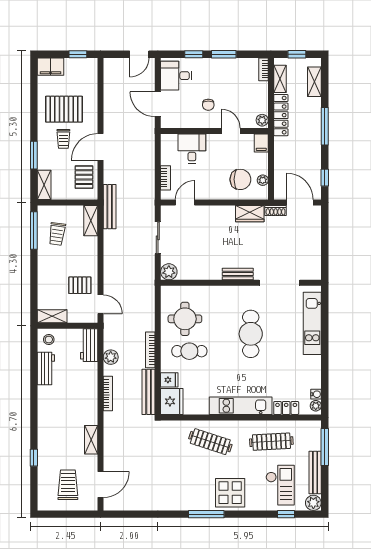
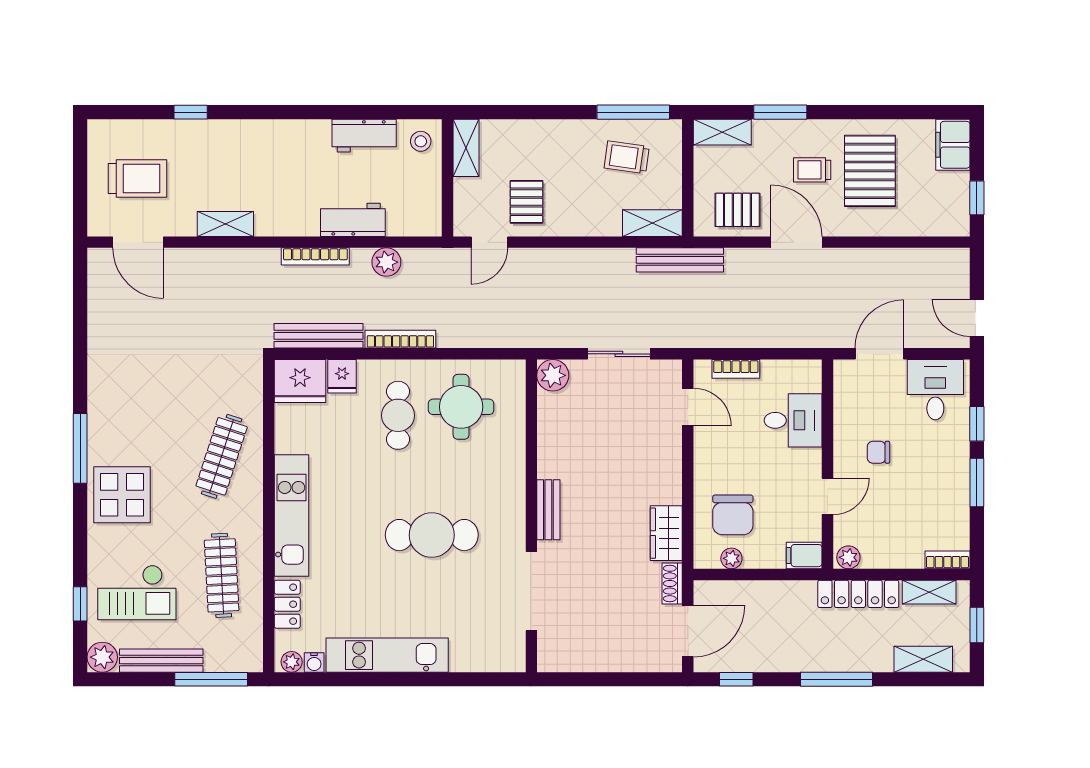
kitchen unit: (312, 323) -> (387, 655), moved
workbench: (89, 345) -> (353, 220), moved

